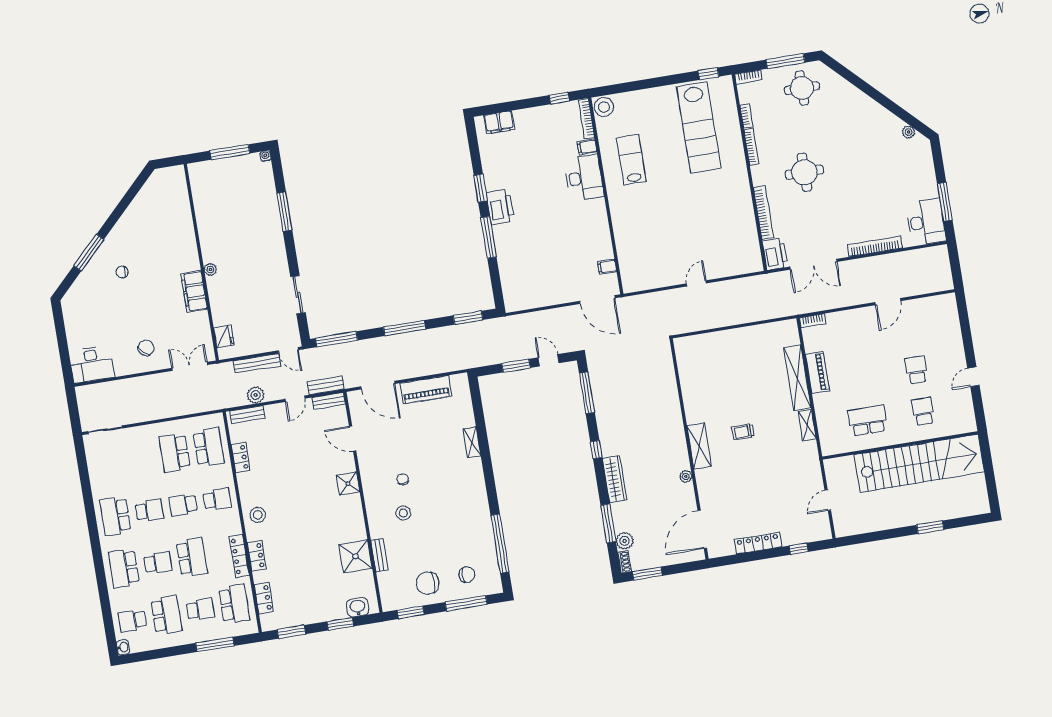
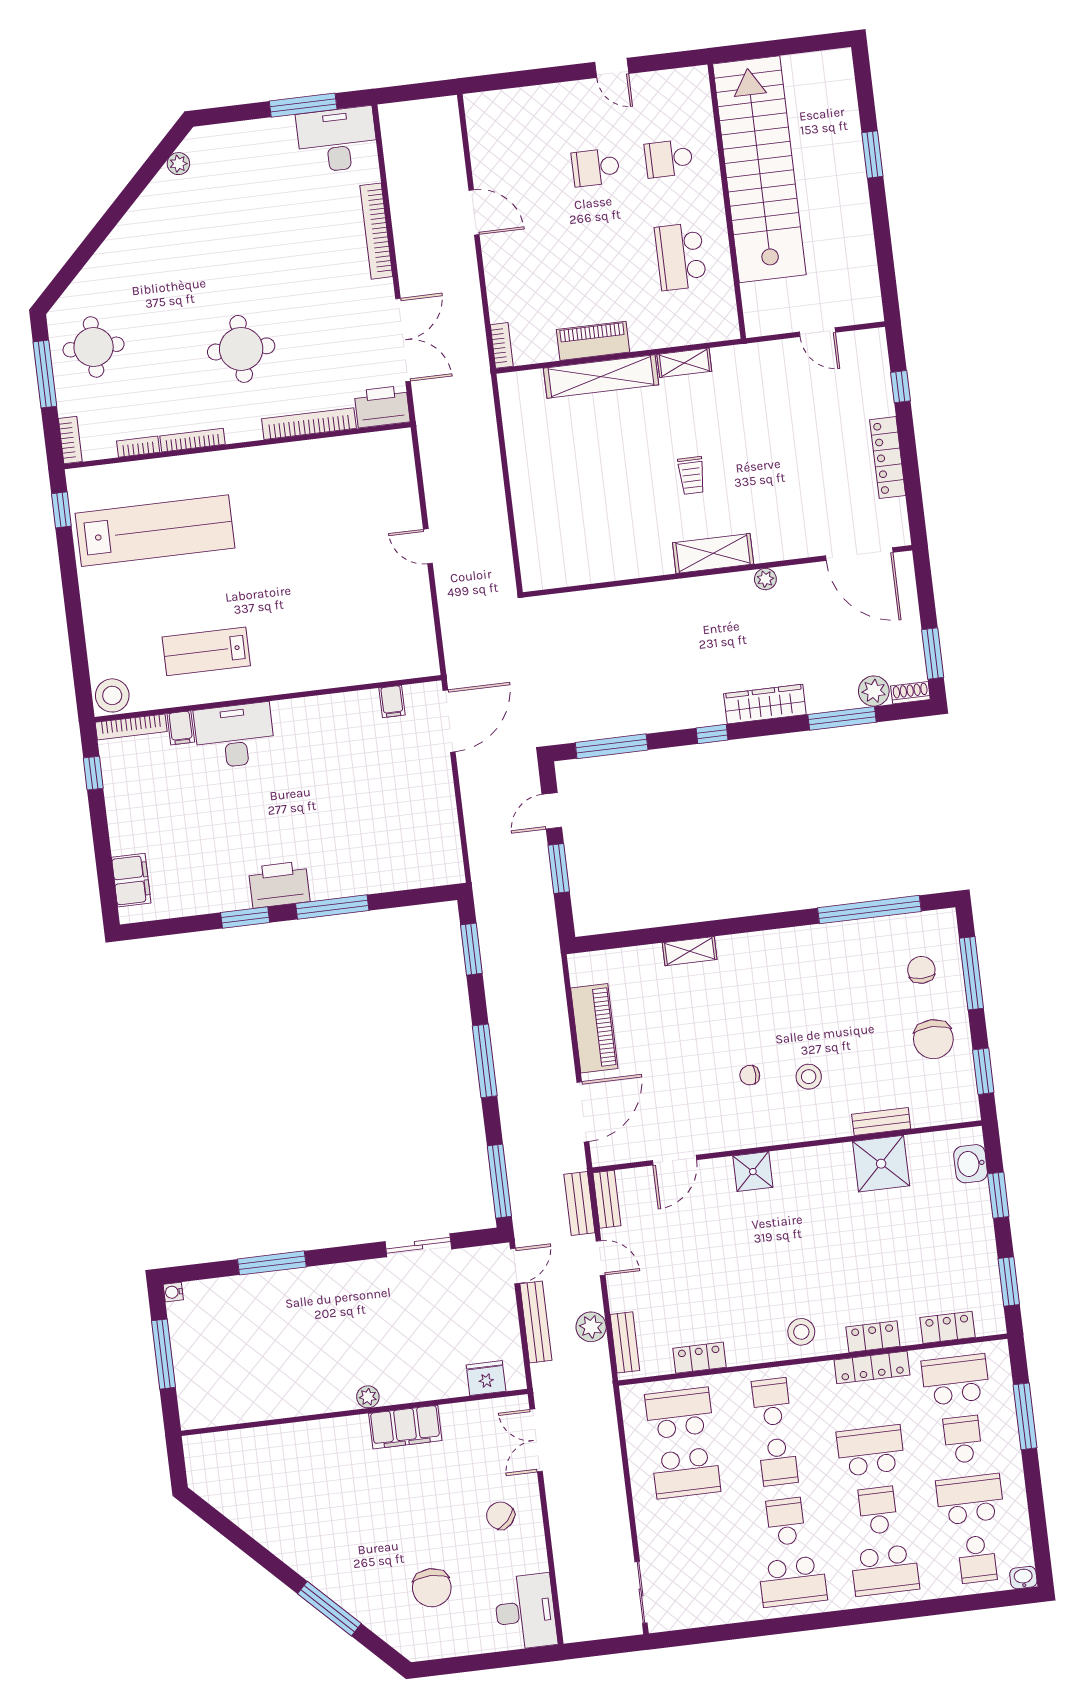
chair: (122, 272) -> (432, 1588), moved, width x1.87, depth x1.87

